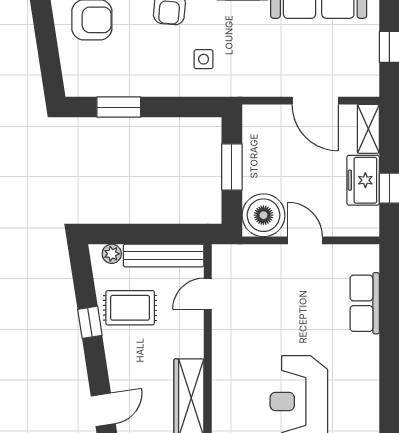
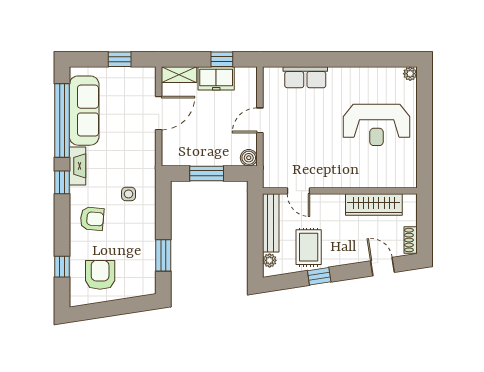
boiler: (263, 215) -> (249, 158), width x0.54, depth x0.54

